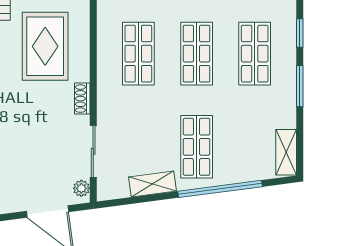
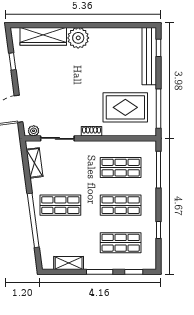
shelving: (286, 152) -> (69, 263), moved
shelving: (153, 184) -> (34, 163), moved

